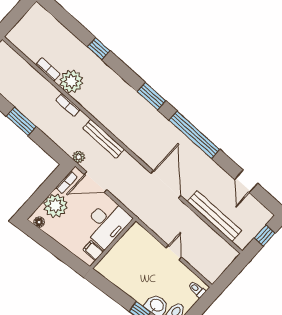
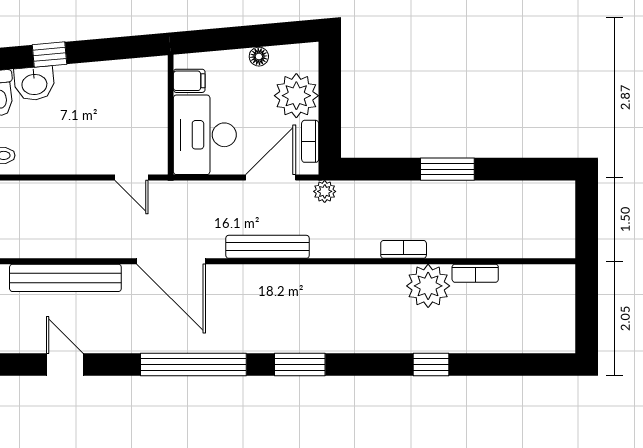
bench: (104, 139) -> (268, 247), moved
floor lamp: (39, 222) -> (259, 57), moved
door: (174, 253) -> (132, 177), moved

